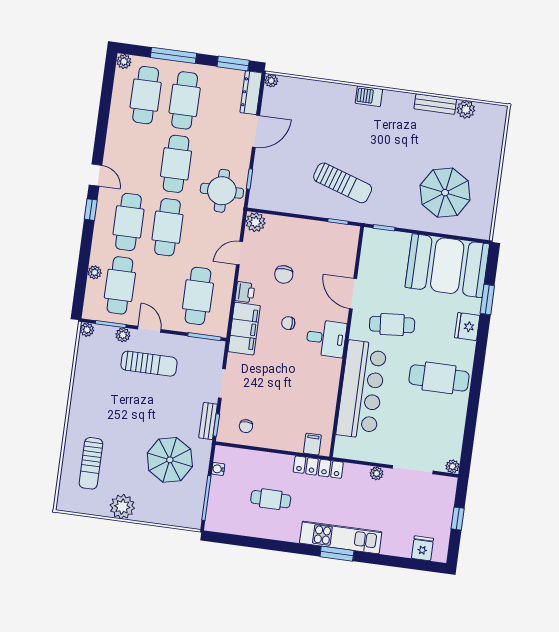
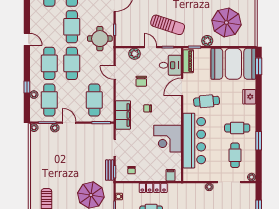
window: (91, 210) -> (27, 87), moved
door: (307, 217) -> (150, 47), added
plant: (407, 220) -> (207, 41), added
plant: (255, 222) -> (135, 54), moved
piano: (370, 251) -> (188, 61), added
door: (239, 253) -> (115, 73), hinge flipped
printer: (245, 292) -> (121, 94), removed
door: (353, 294) -> (182, 87), hinge flipped
window: (487, 299) -> (259, 66), moved
desk: (326, 338) -> (170, 65), moved
sun lounger: (149, 364) -> (72, 142), removed
cafe table: (439, 378) -> (237, 128), width x0.73, depth x0.74
corner desk: (316, 380) -> (167, 139), added
window: (473, 405) -> (259, 141), added
cafe table: (429, 425) -> (235, 155), added
locker: (318, 467) -> (153, 188), moved

